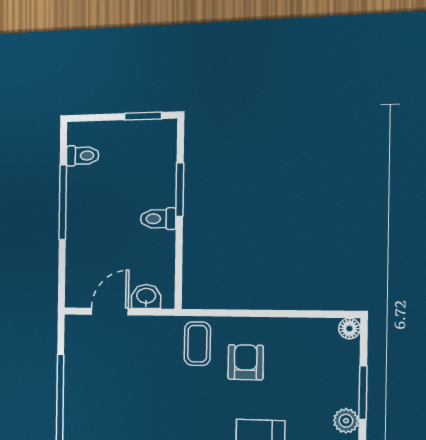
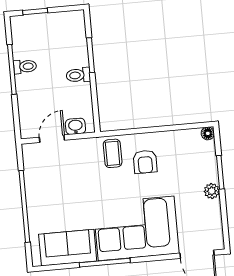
window: (143, 116) -> (35, 11), moved
toilet: (83, 156) -> (25, 66), moved
armchair: (246, 362) -> (145, 162), turned 180

